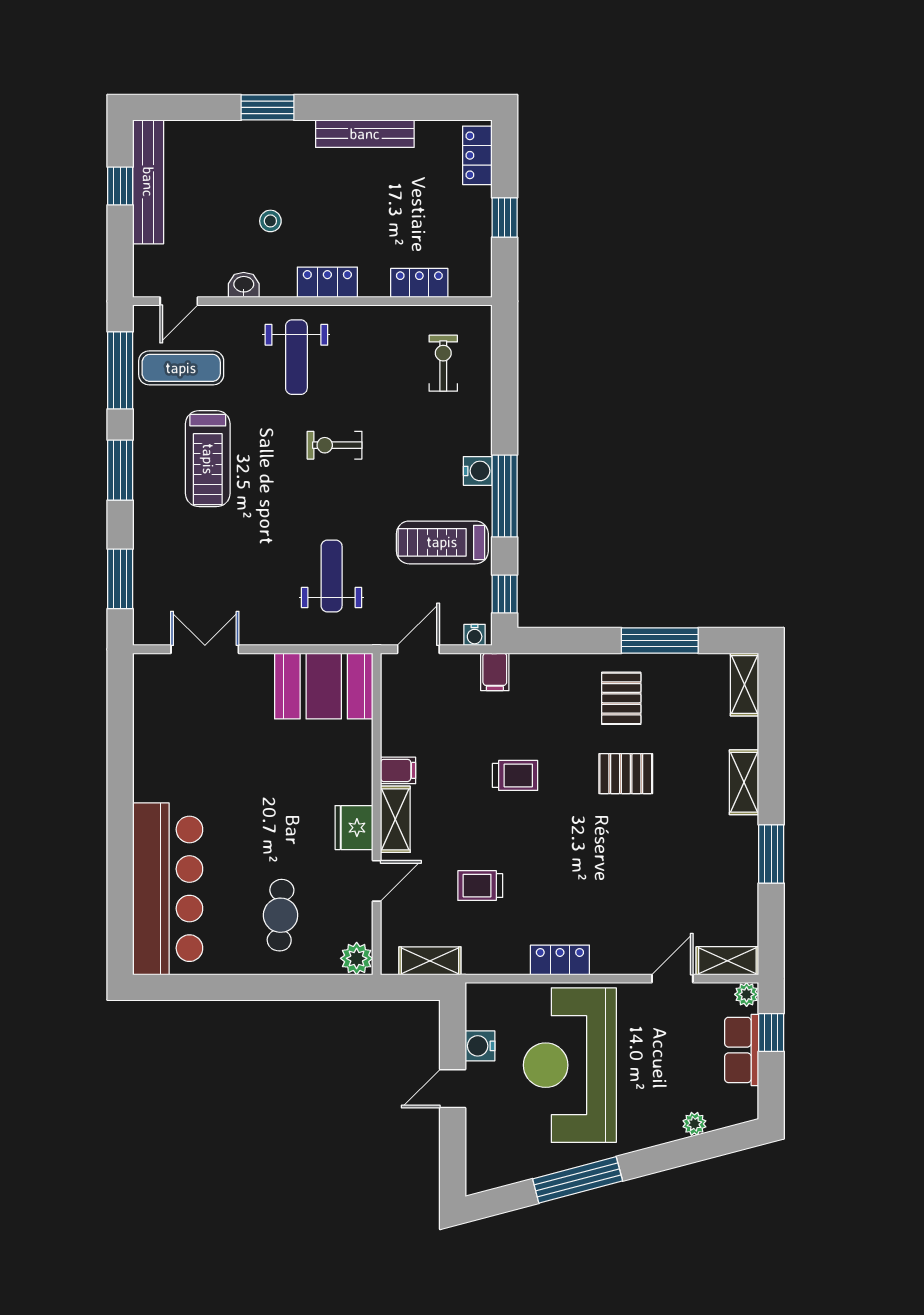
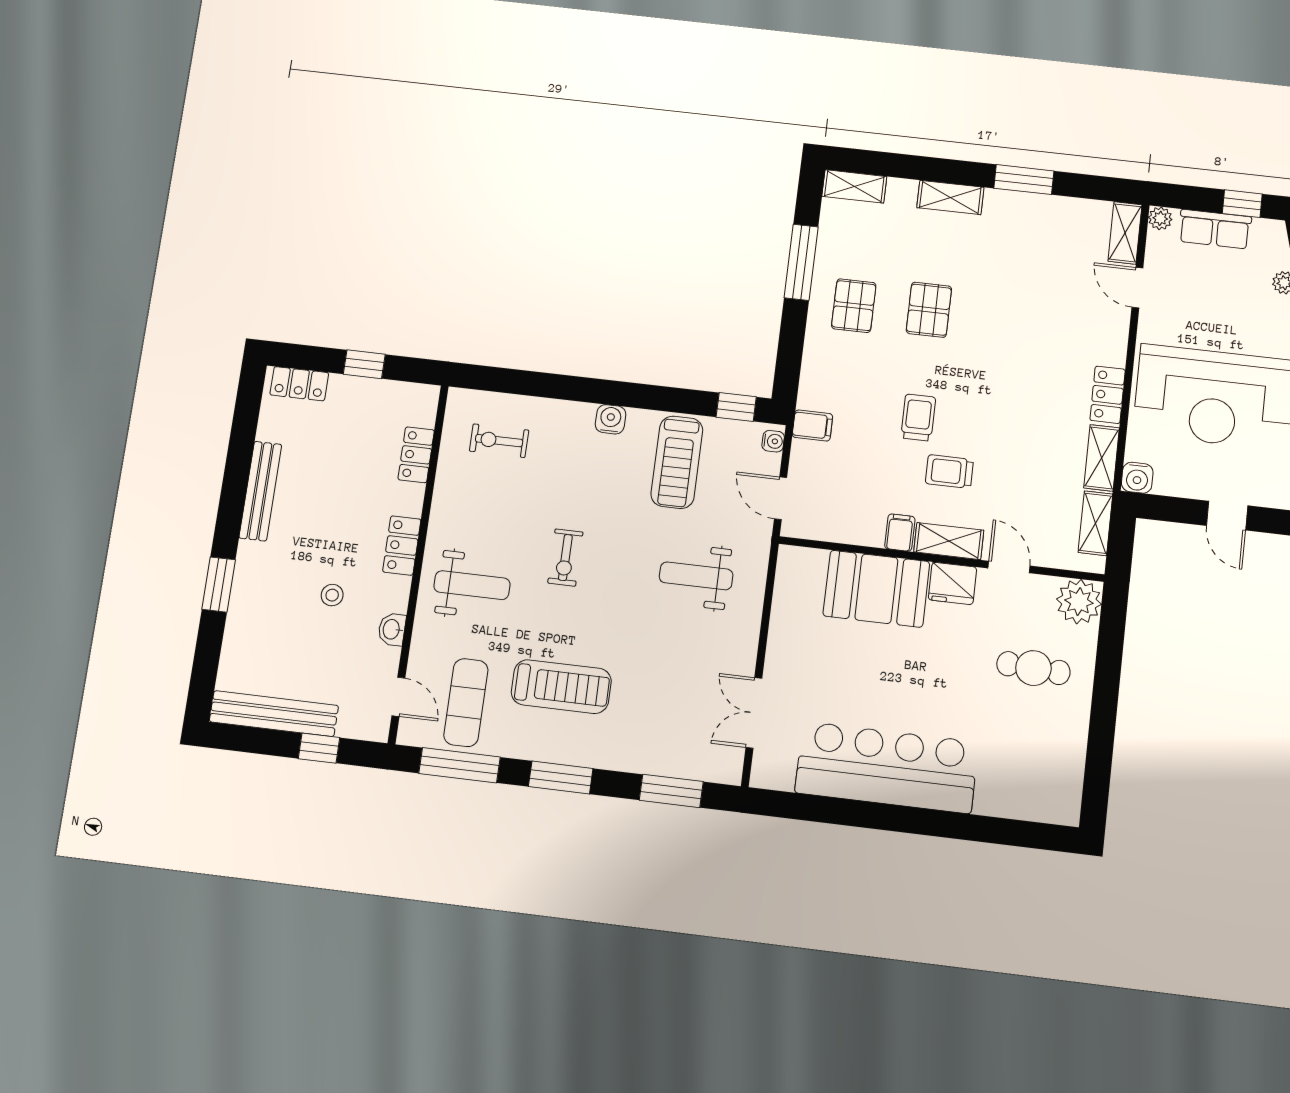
window: (120, 186) -> (319, 748), moved
window: (505, 496) -> (639, 396), removed
booth: (324, 686) -> (876, 589), moved, turned 90
pallet: (621, 698) -> (854, 306), turned 90
trolley: (480, 886) -> (949, 472), moved, turned 90
bar counter: (168, 889) -> (887, 767), moved
plant: (357, 958) -> (1079, 602), width x1.36, depth x1.36
shelving: (496, 960) -> (1102, 458), added
window: (771, 1032) -> (1242, 204), moved
water cooler: (480, 1046) -> (1137, 478), moved

